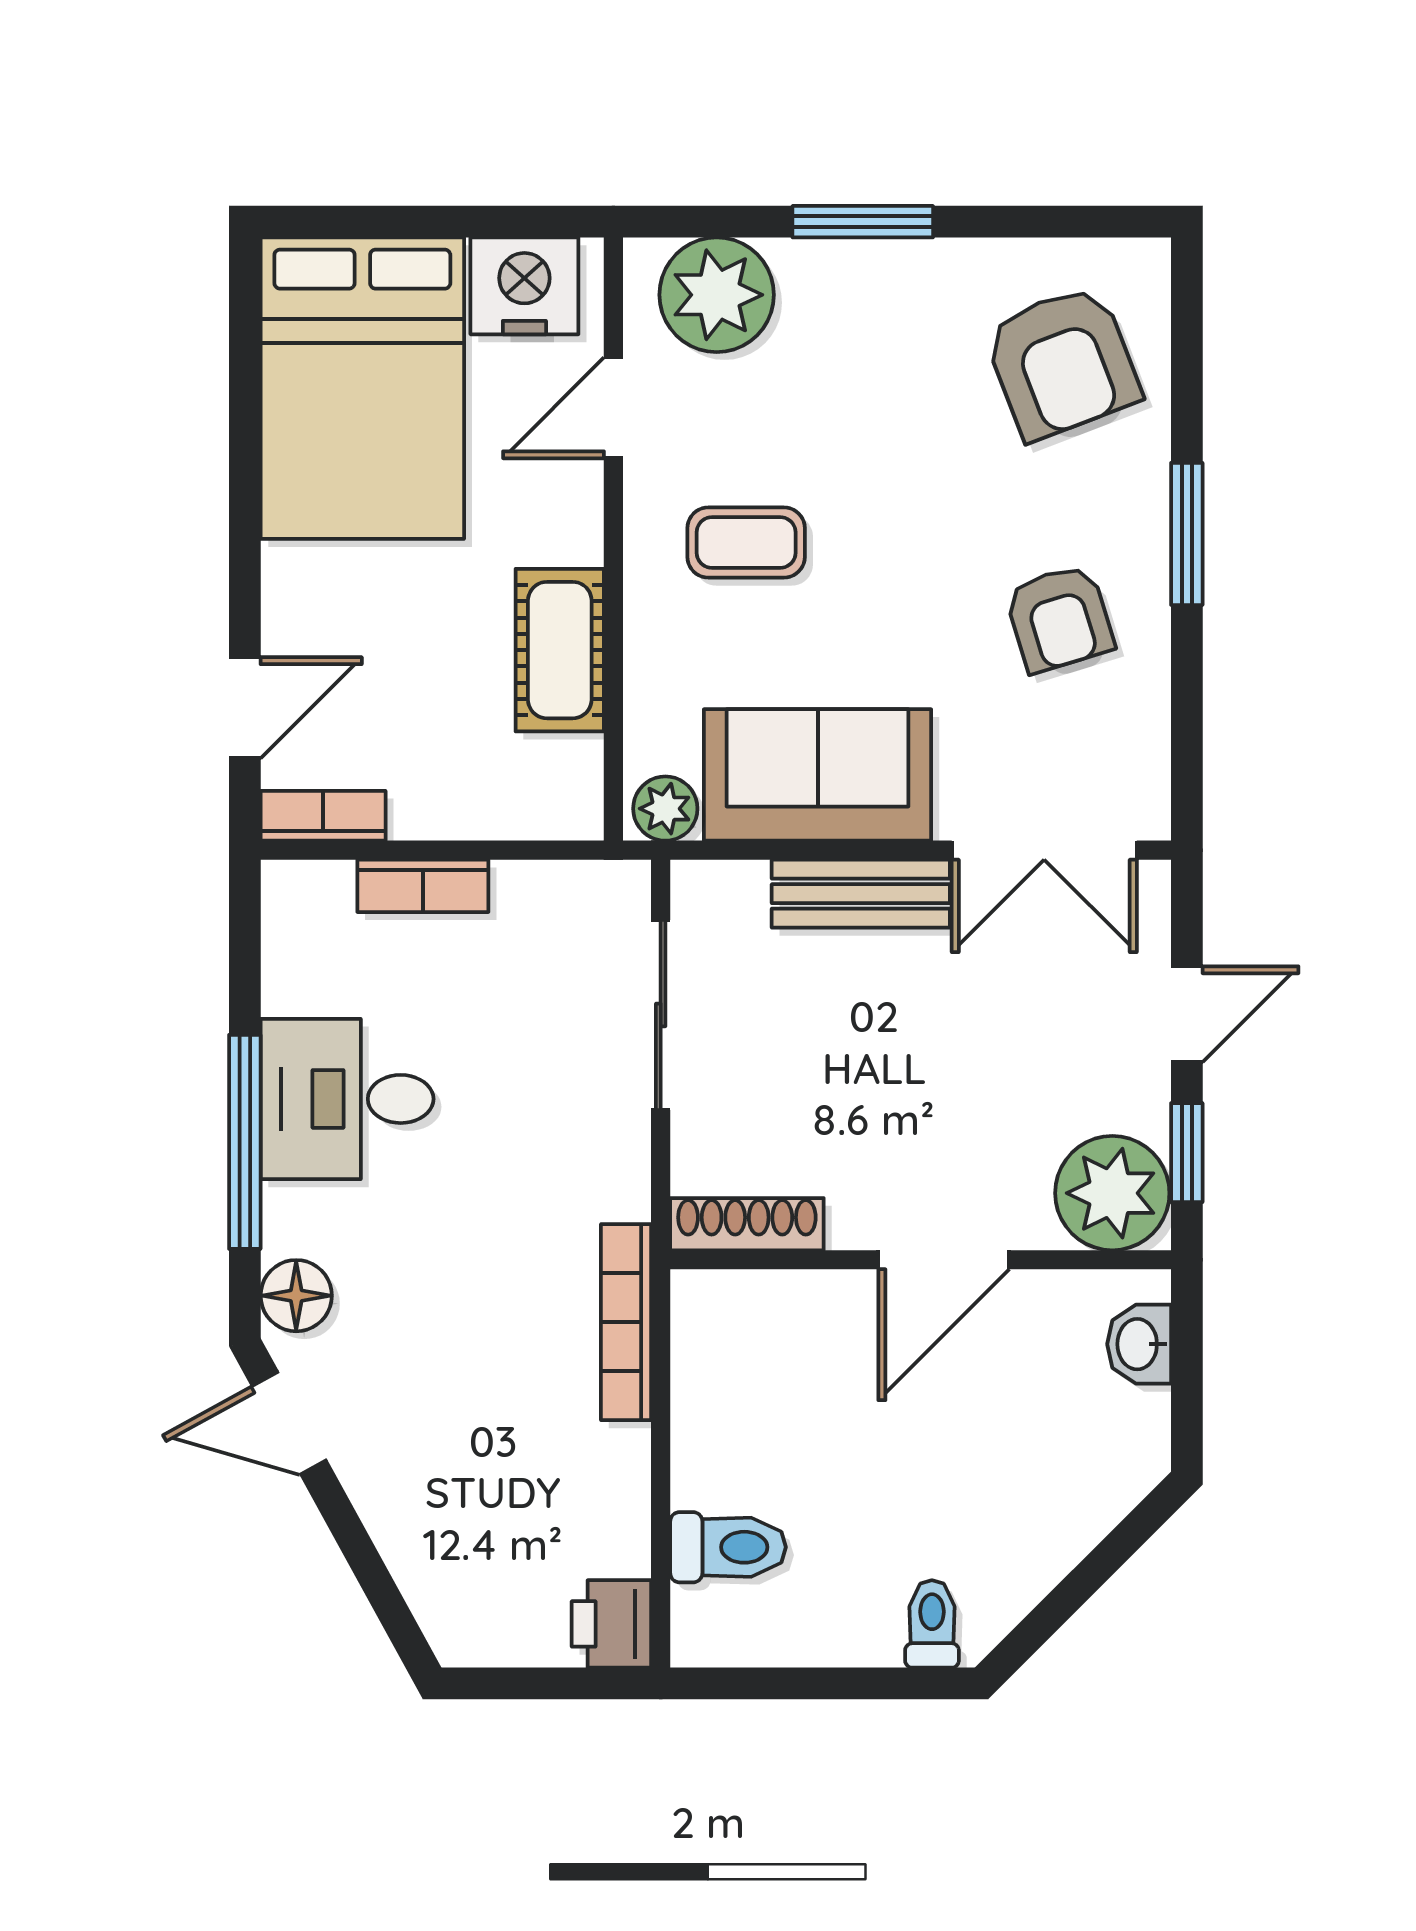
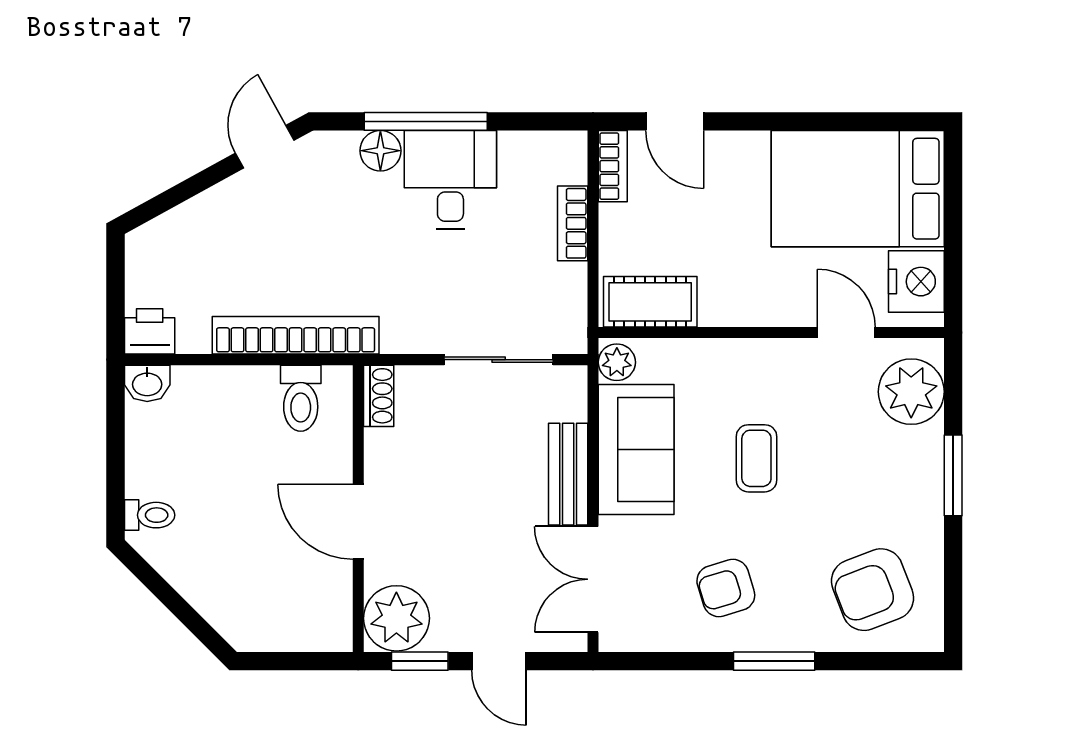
coffee table: (746, 543) -> (756, 458), moved
cot: (560, 650) -> (650, 302), moved
shoe rack: (747, 1224) -> (379, 396), width x0.70
floor lamp: (296, 1296) -> (380, 151), moved
bookcase: (626, 1322) -> (296, 335), width x1.48, depth x1.31
washbasin: (1139, 1344) -> (147, 383), moved, turned 180
toilet: (728, 1547) -> (301, 398), moved

